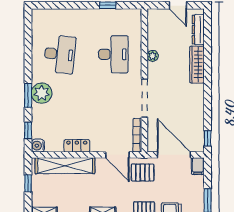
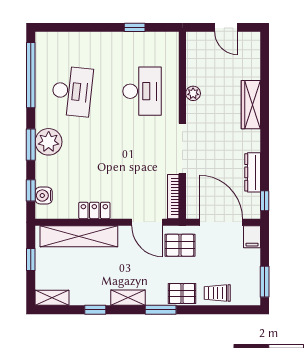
dresser: (198, 30) -> (253, 172), moved
window: (28, 42) -> (31, 75), added
water cooler: (38, 146) -> (44, 196), moved

